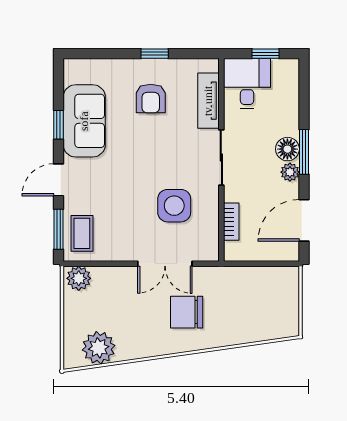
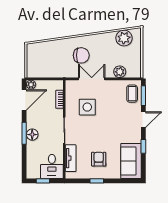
sofa: (84, 121) -> (131, 161), moved
plant: (290, 172) -> (31, 85), moved
plant: (79, 278) -> (120, 72), moved

